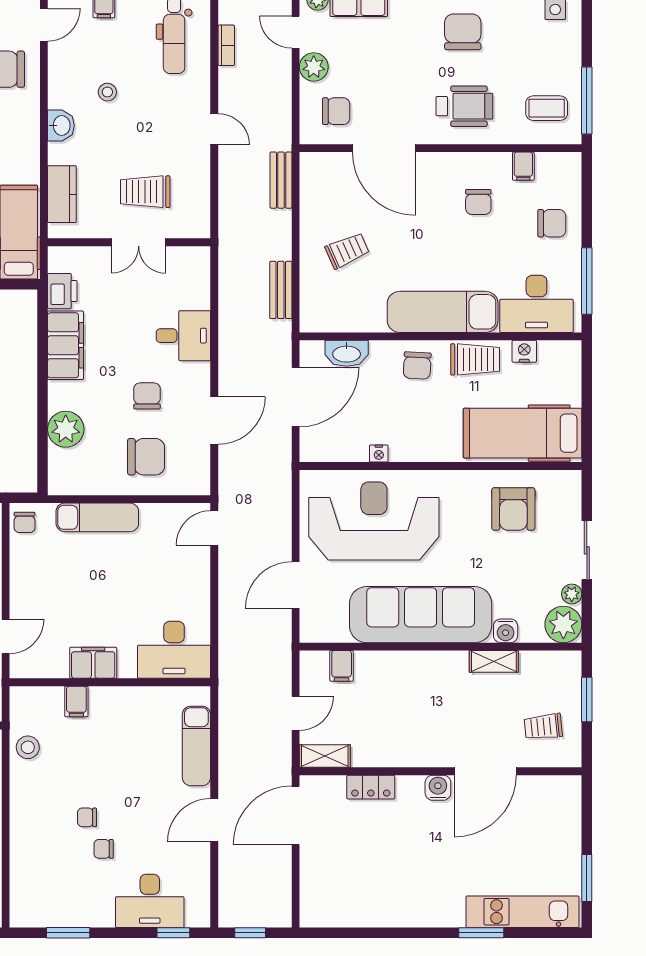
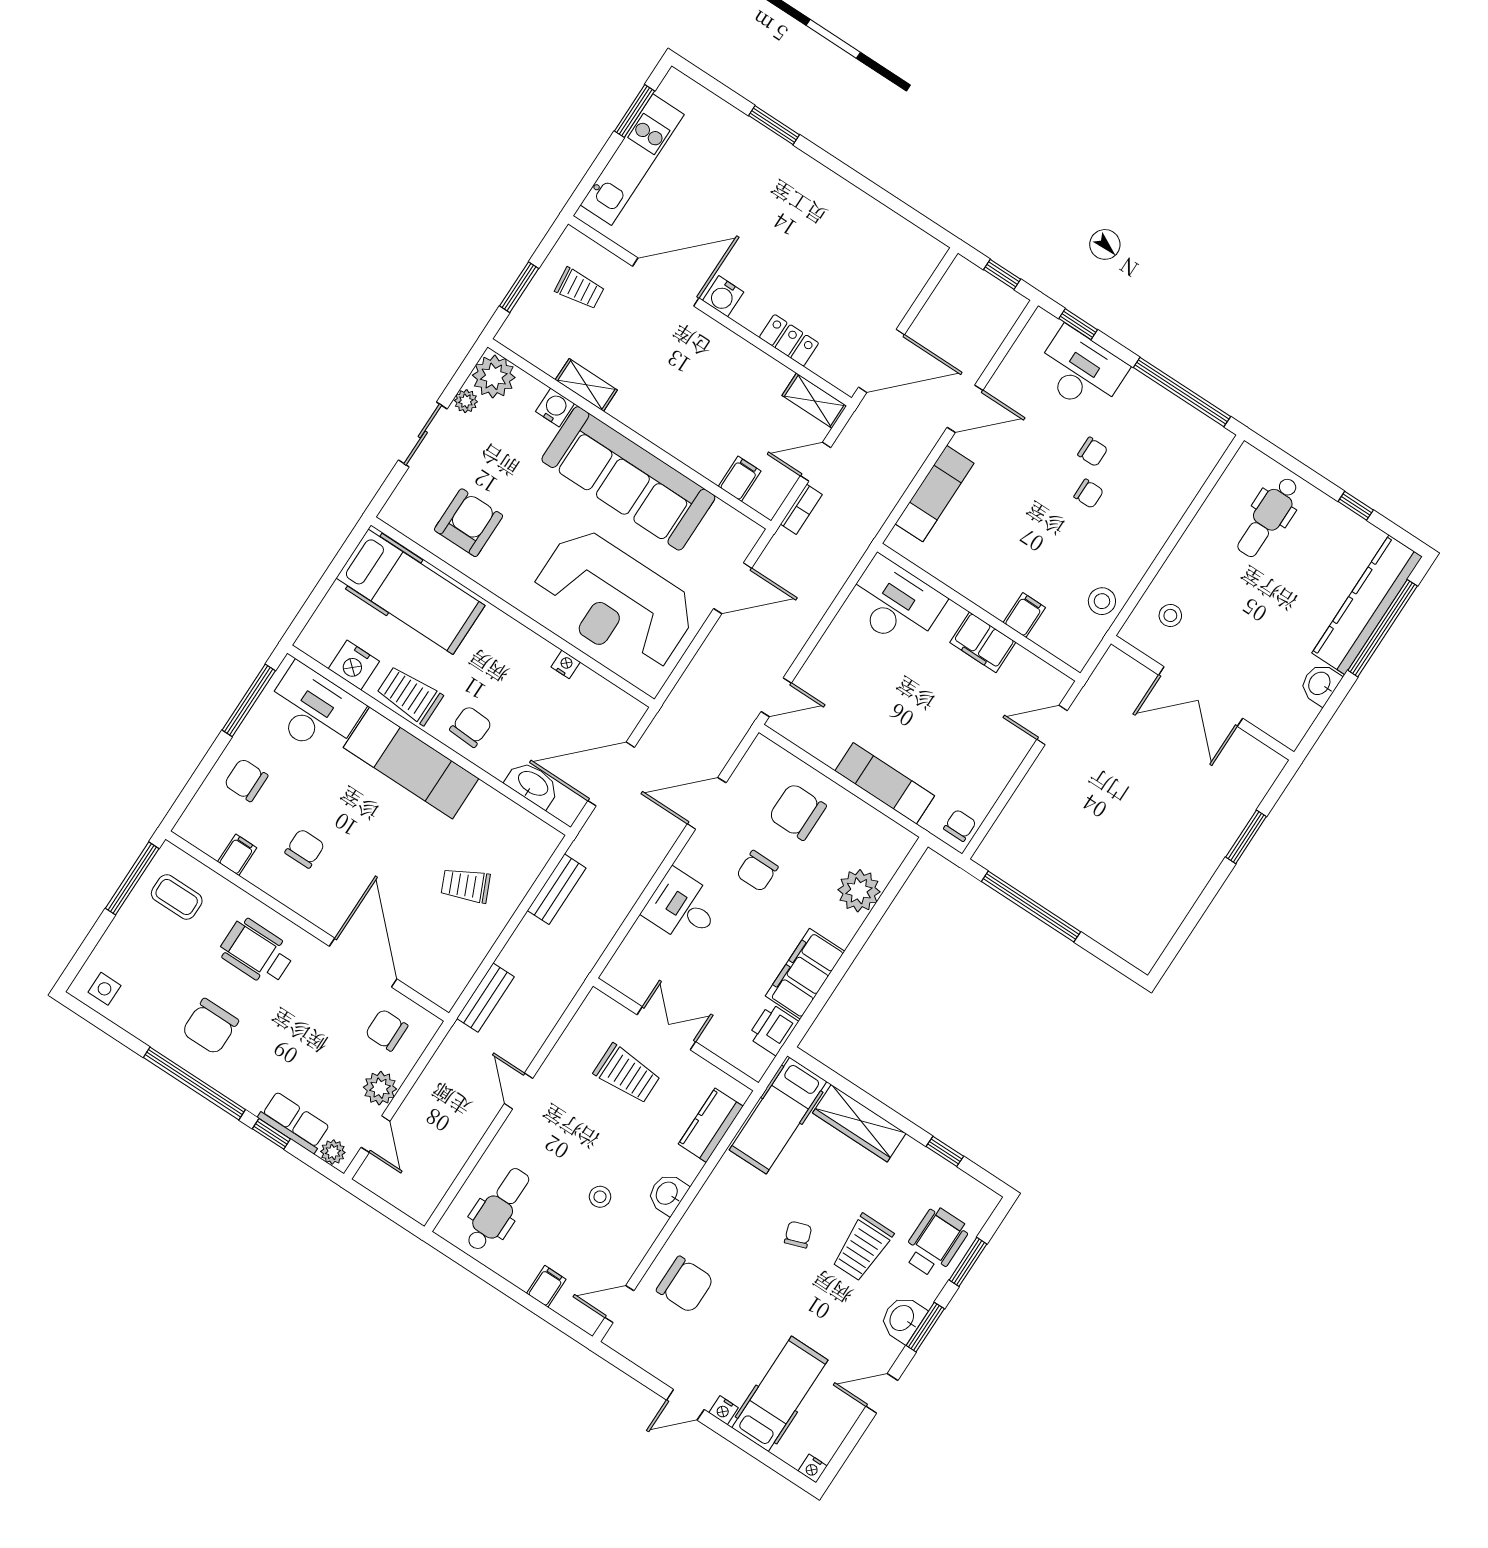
bookcase: (226, 45) -> (801, 509), moved, turned 180
nightstand: (524, 351) -> (354, 665), width x1.36, depth x1.33
kitchen unit: (522, 912) -> (632, 160), moved, turned -90
window: (68, 933) -> (1182, 392), width x2.11

